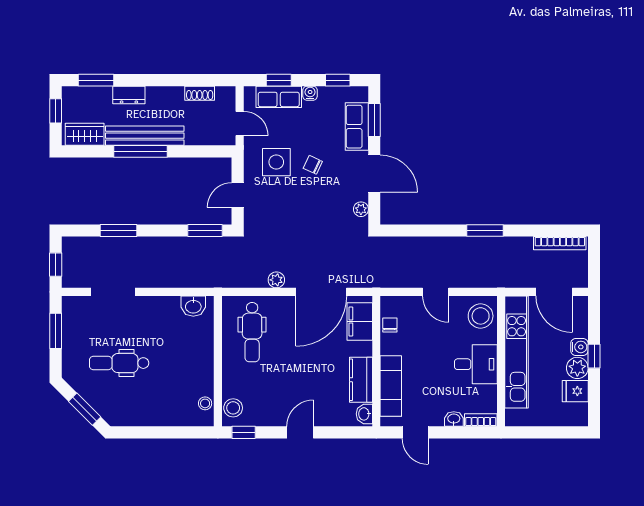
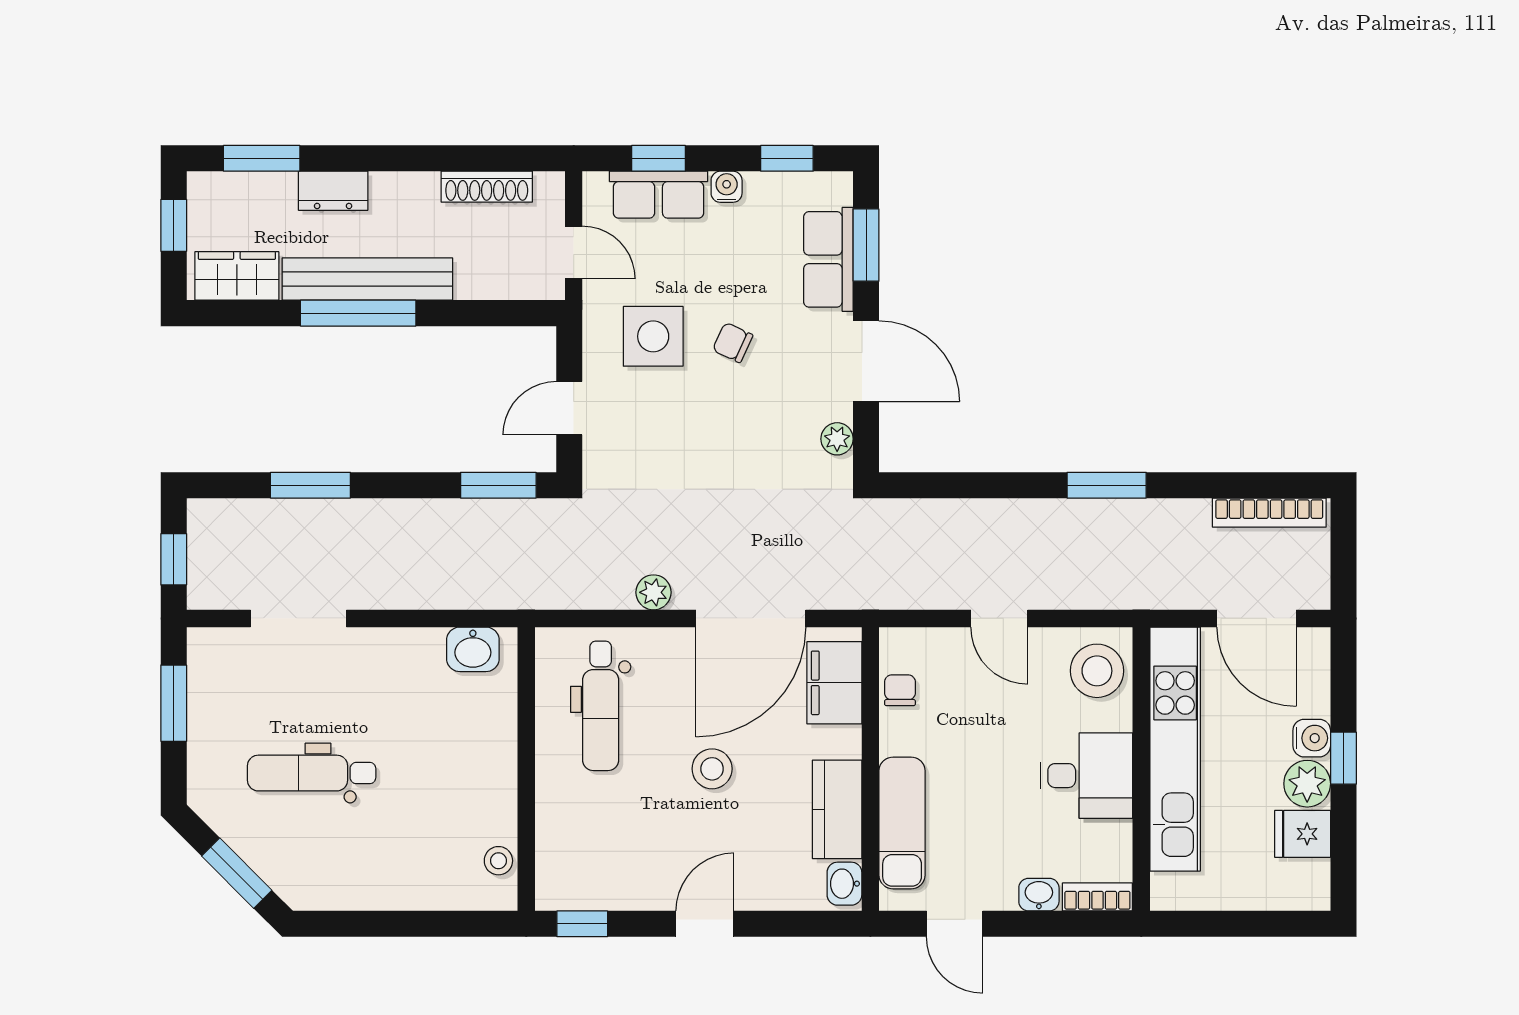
shoe rack: (200, 93) -> (487, 187), width x1.43
stool: (233, 408) -> (712, 769), moved

